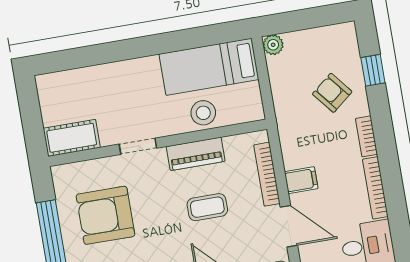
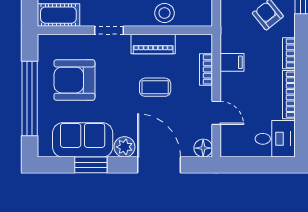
bookcase: (267, 174) -> (206, 69), width x0.64
filing cabinet: (301, 180) -> (232, 62), moved
door: (289, 226) -> (216, 113), width x0.73

